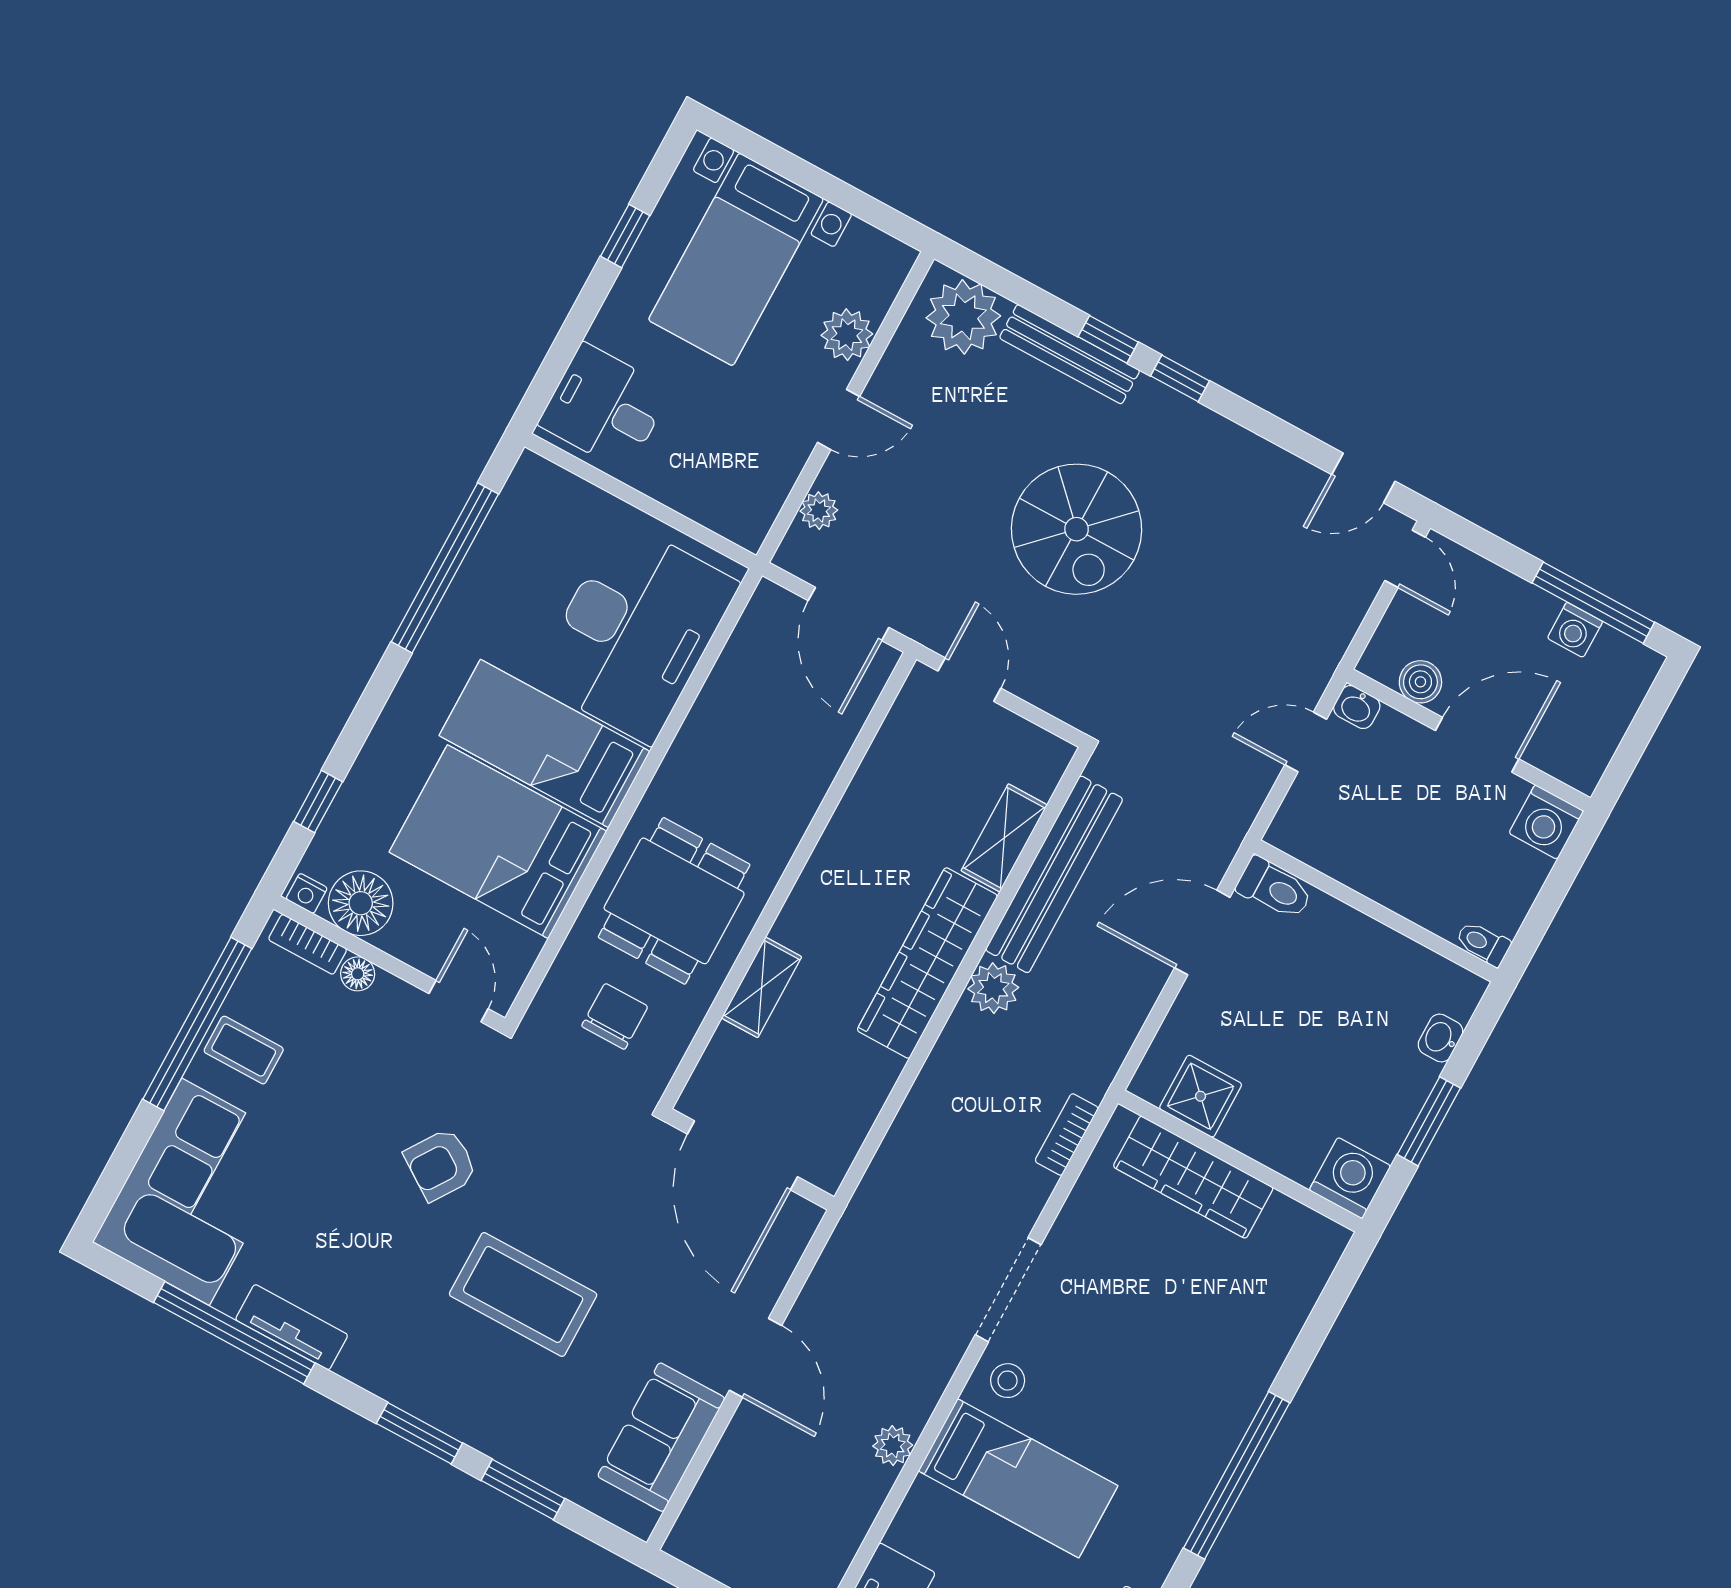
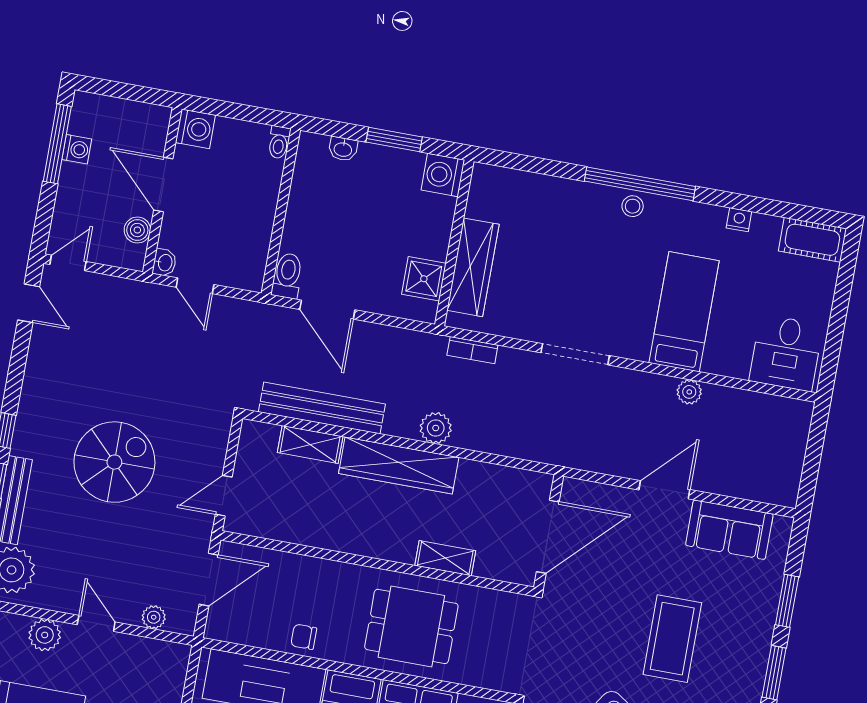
plant: (993, 988) -> (436, 428), moved
chair: (615, 1016) -> (304, 637), moved, width x0.73, depth x0.73
stool: (1008, 1381) -> (633, 206), moved

